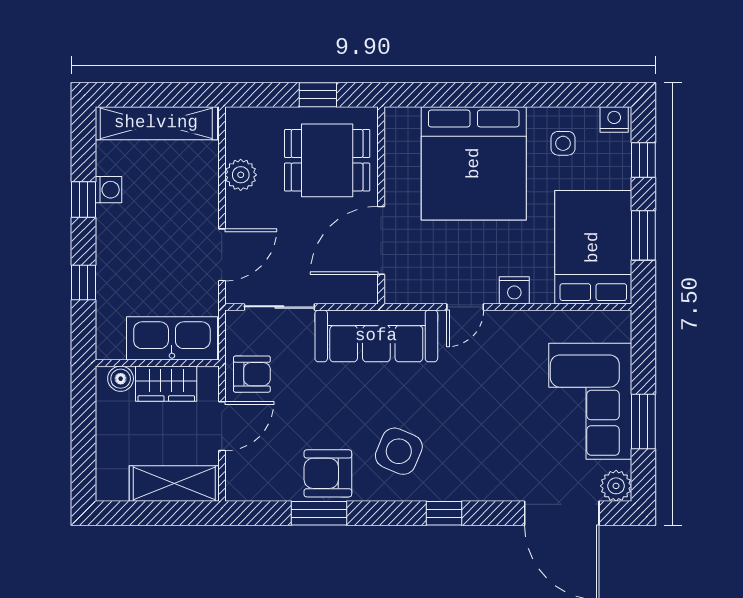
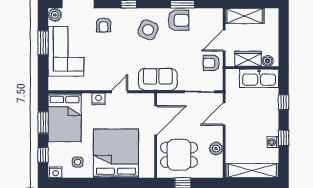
sofa: (376, 336) -> (158, 79), width x0.73
kitchen sink: (172, 338) -> (259, 78), moved
armchair: (502, 463) -> (104, 25), added

